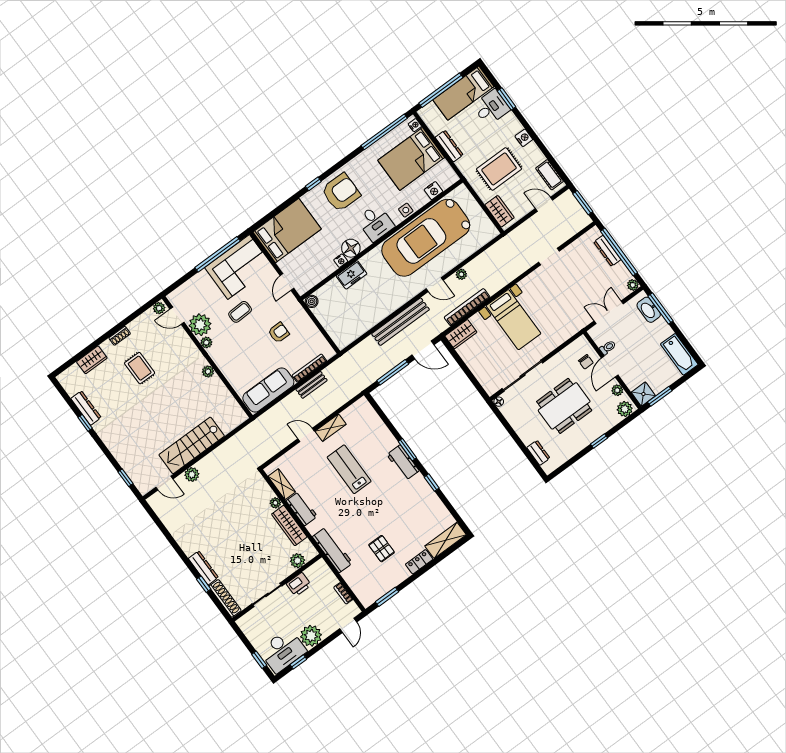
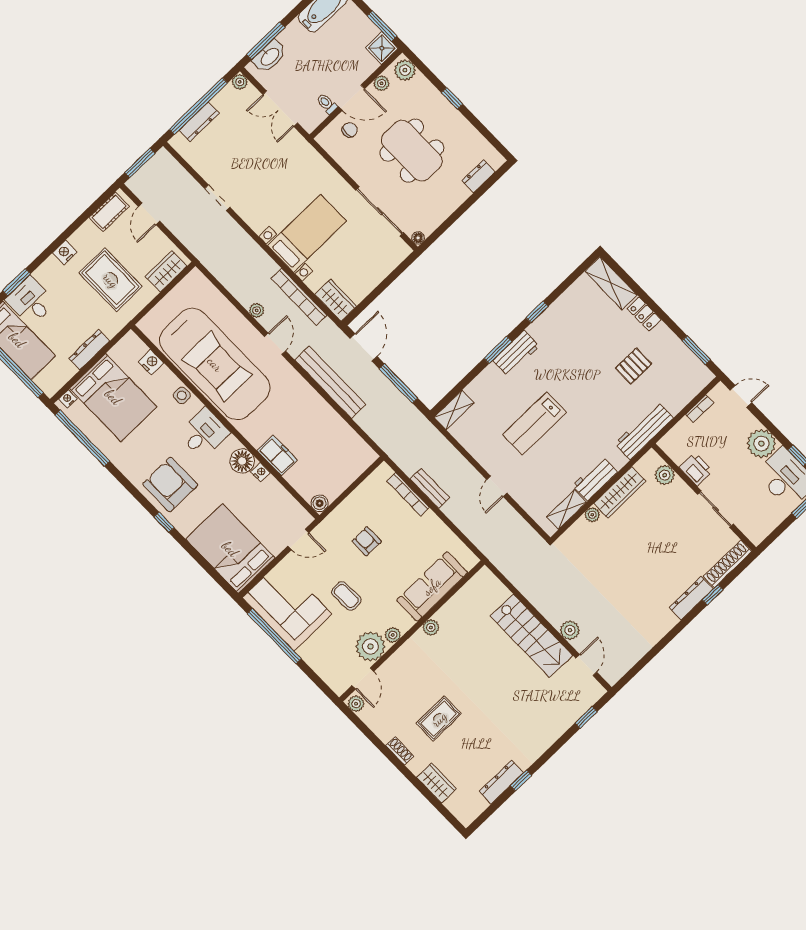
sofa: (268, 390) -> (432, 586), moved, turned 90
shelving: (331, 428) -> (454, 410), moved, turned 90

